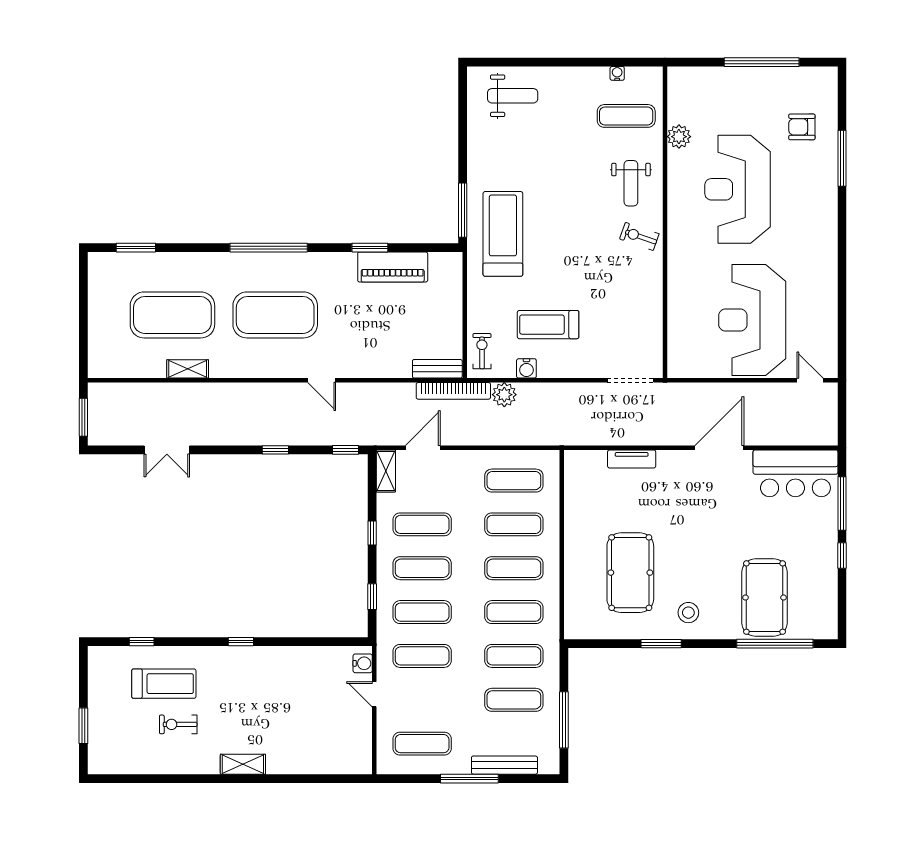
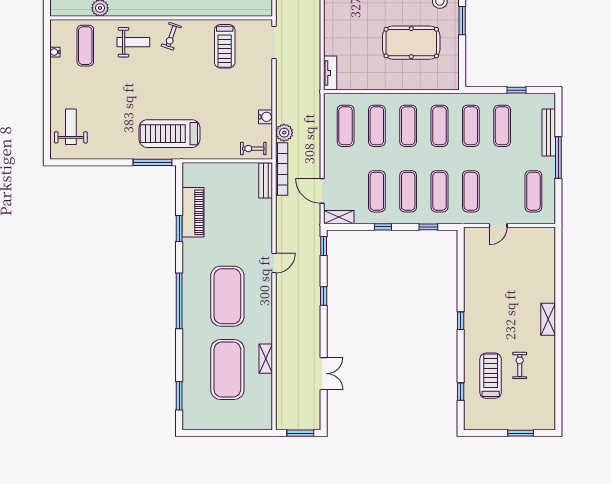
treadmill: (548, 325) -> (225, 46), moved
tv unit: (632, 459) -> (330, 73), moved
water cooler: (363, 663) -> (476, 234), removed
window: (564, 720) -> (517, 90), width x0.46
exercise bike: (178, 724) -> (520, 365), turned 180

